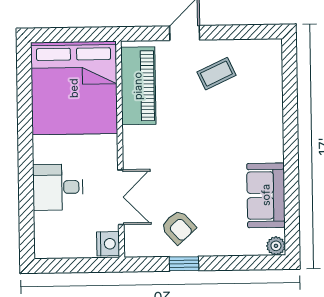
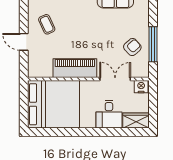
piano: (138, 86) -> (75, 68), moved
wardrobe: (47, 236) -> (136, 121), added
window: (184, 264) -> (153, 44), width x2.17

